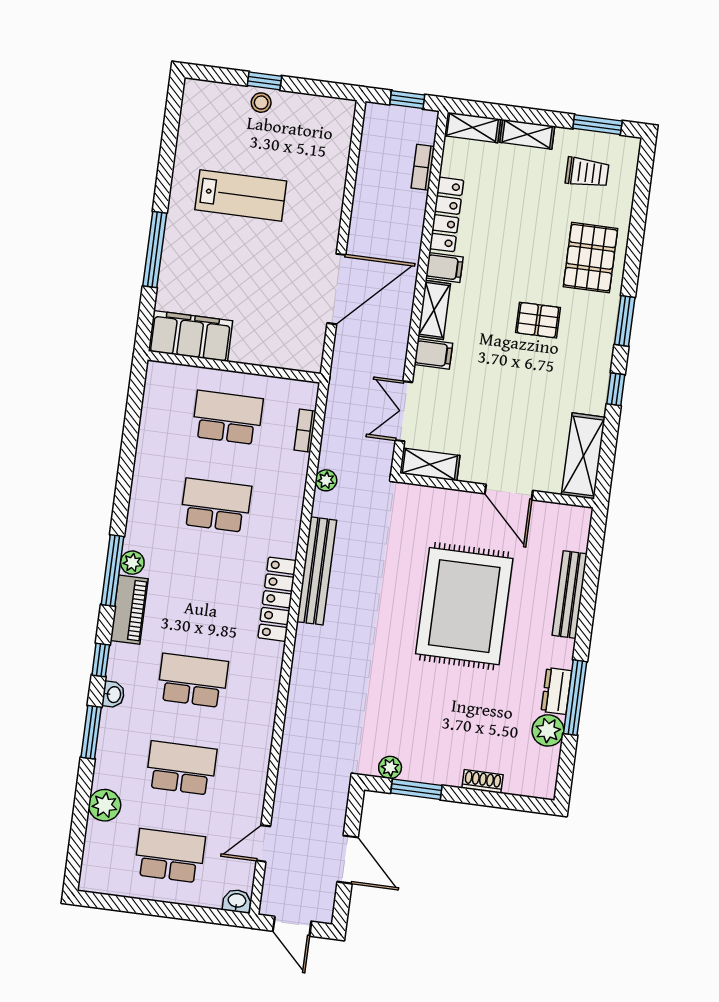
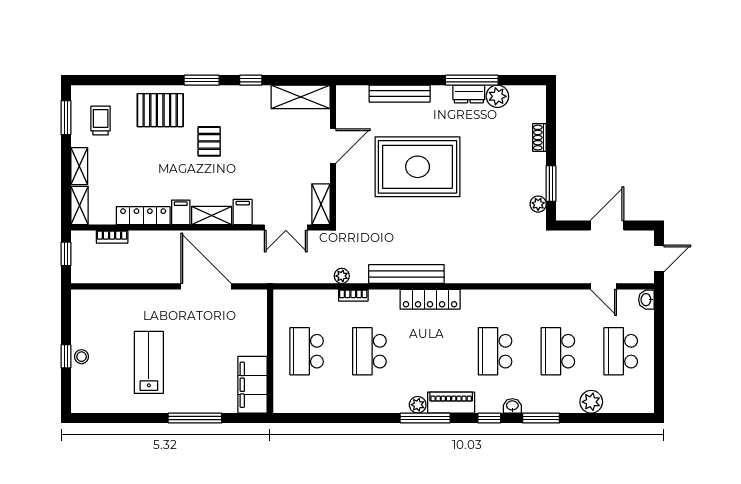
bookcase: (305, 431) -> (353, 295), moved

